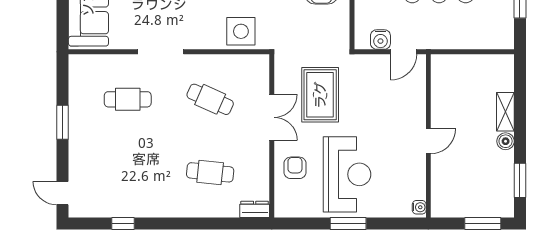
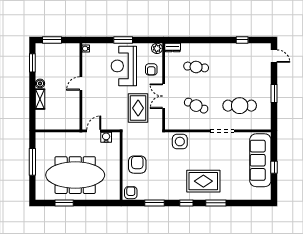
cafe table: (128, 99) -> (240, 106), width x1.37, depth x1.35
plant: (284, 208) -> (157, 48), added

